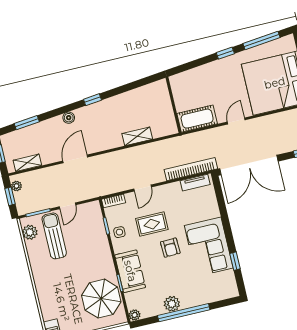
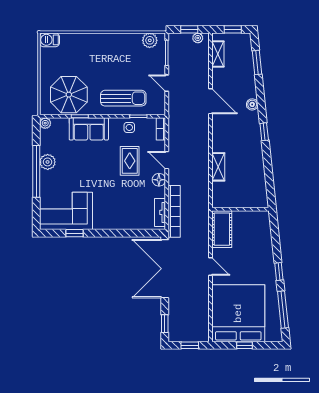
floor lamp: (164, 191) -> (159, 180), added
sun lounger: (54, 236) -> (123, 98), moved
corner sofa: (209, 247) -> (66, 211), moved
armchair: (170, 248) -> (103, 173), removed

